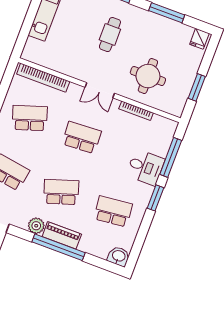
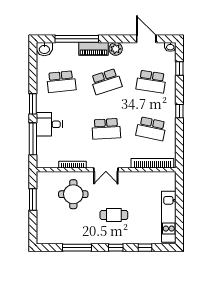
cafe table: (110, 35) -> (114, 215), turned 90
fridge: (199, 39) -> (45, 237), removed
double door: (100, 90) -> (106, 170), swing flipped
school desk: (30, 118) -> (151, 129), turned 30
window: (58, 247) -> (77, 39), moved

